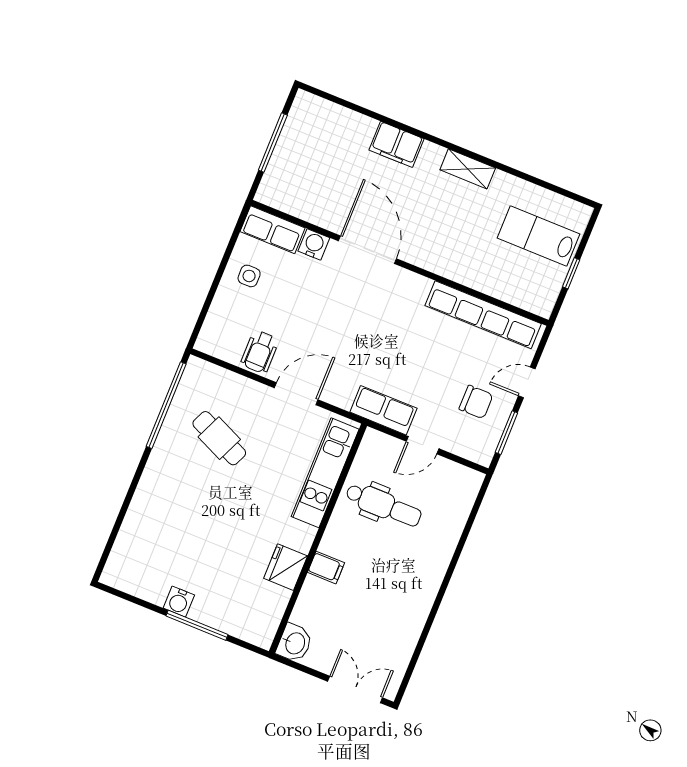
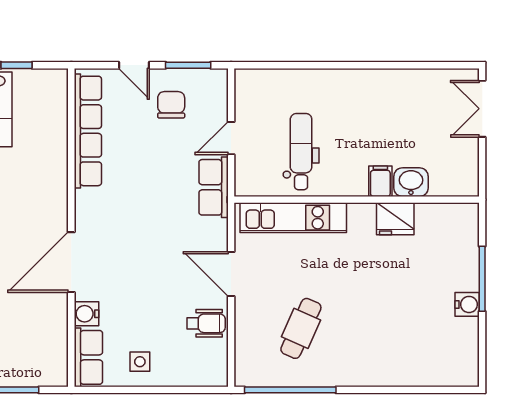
door: (423, 445) -> (231, 138), swing flipped
washbasin: (294, 643) -> (411, 182), moved

